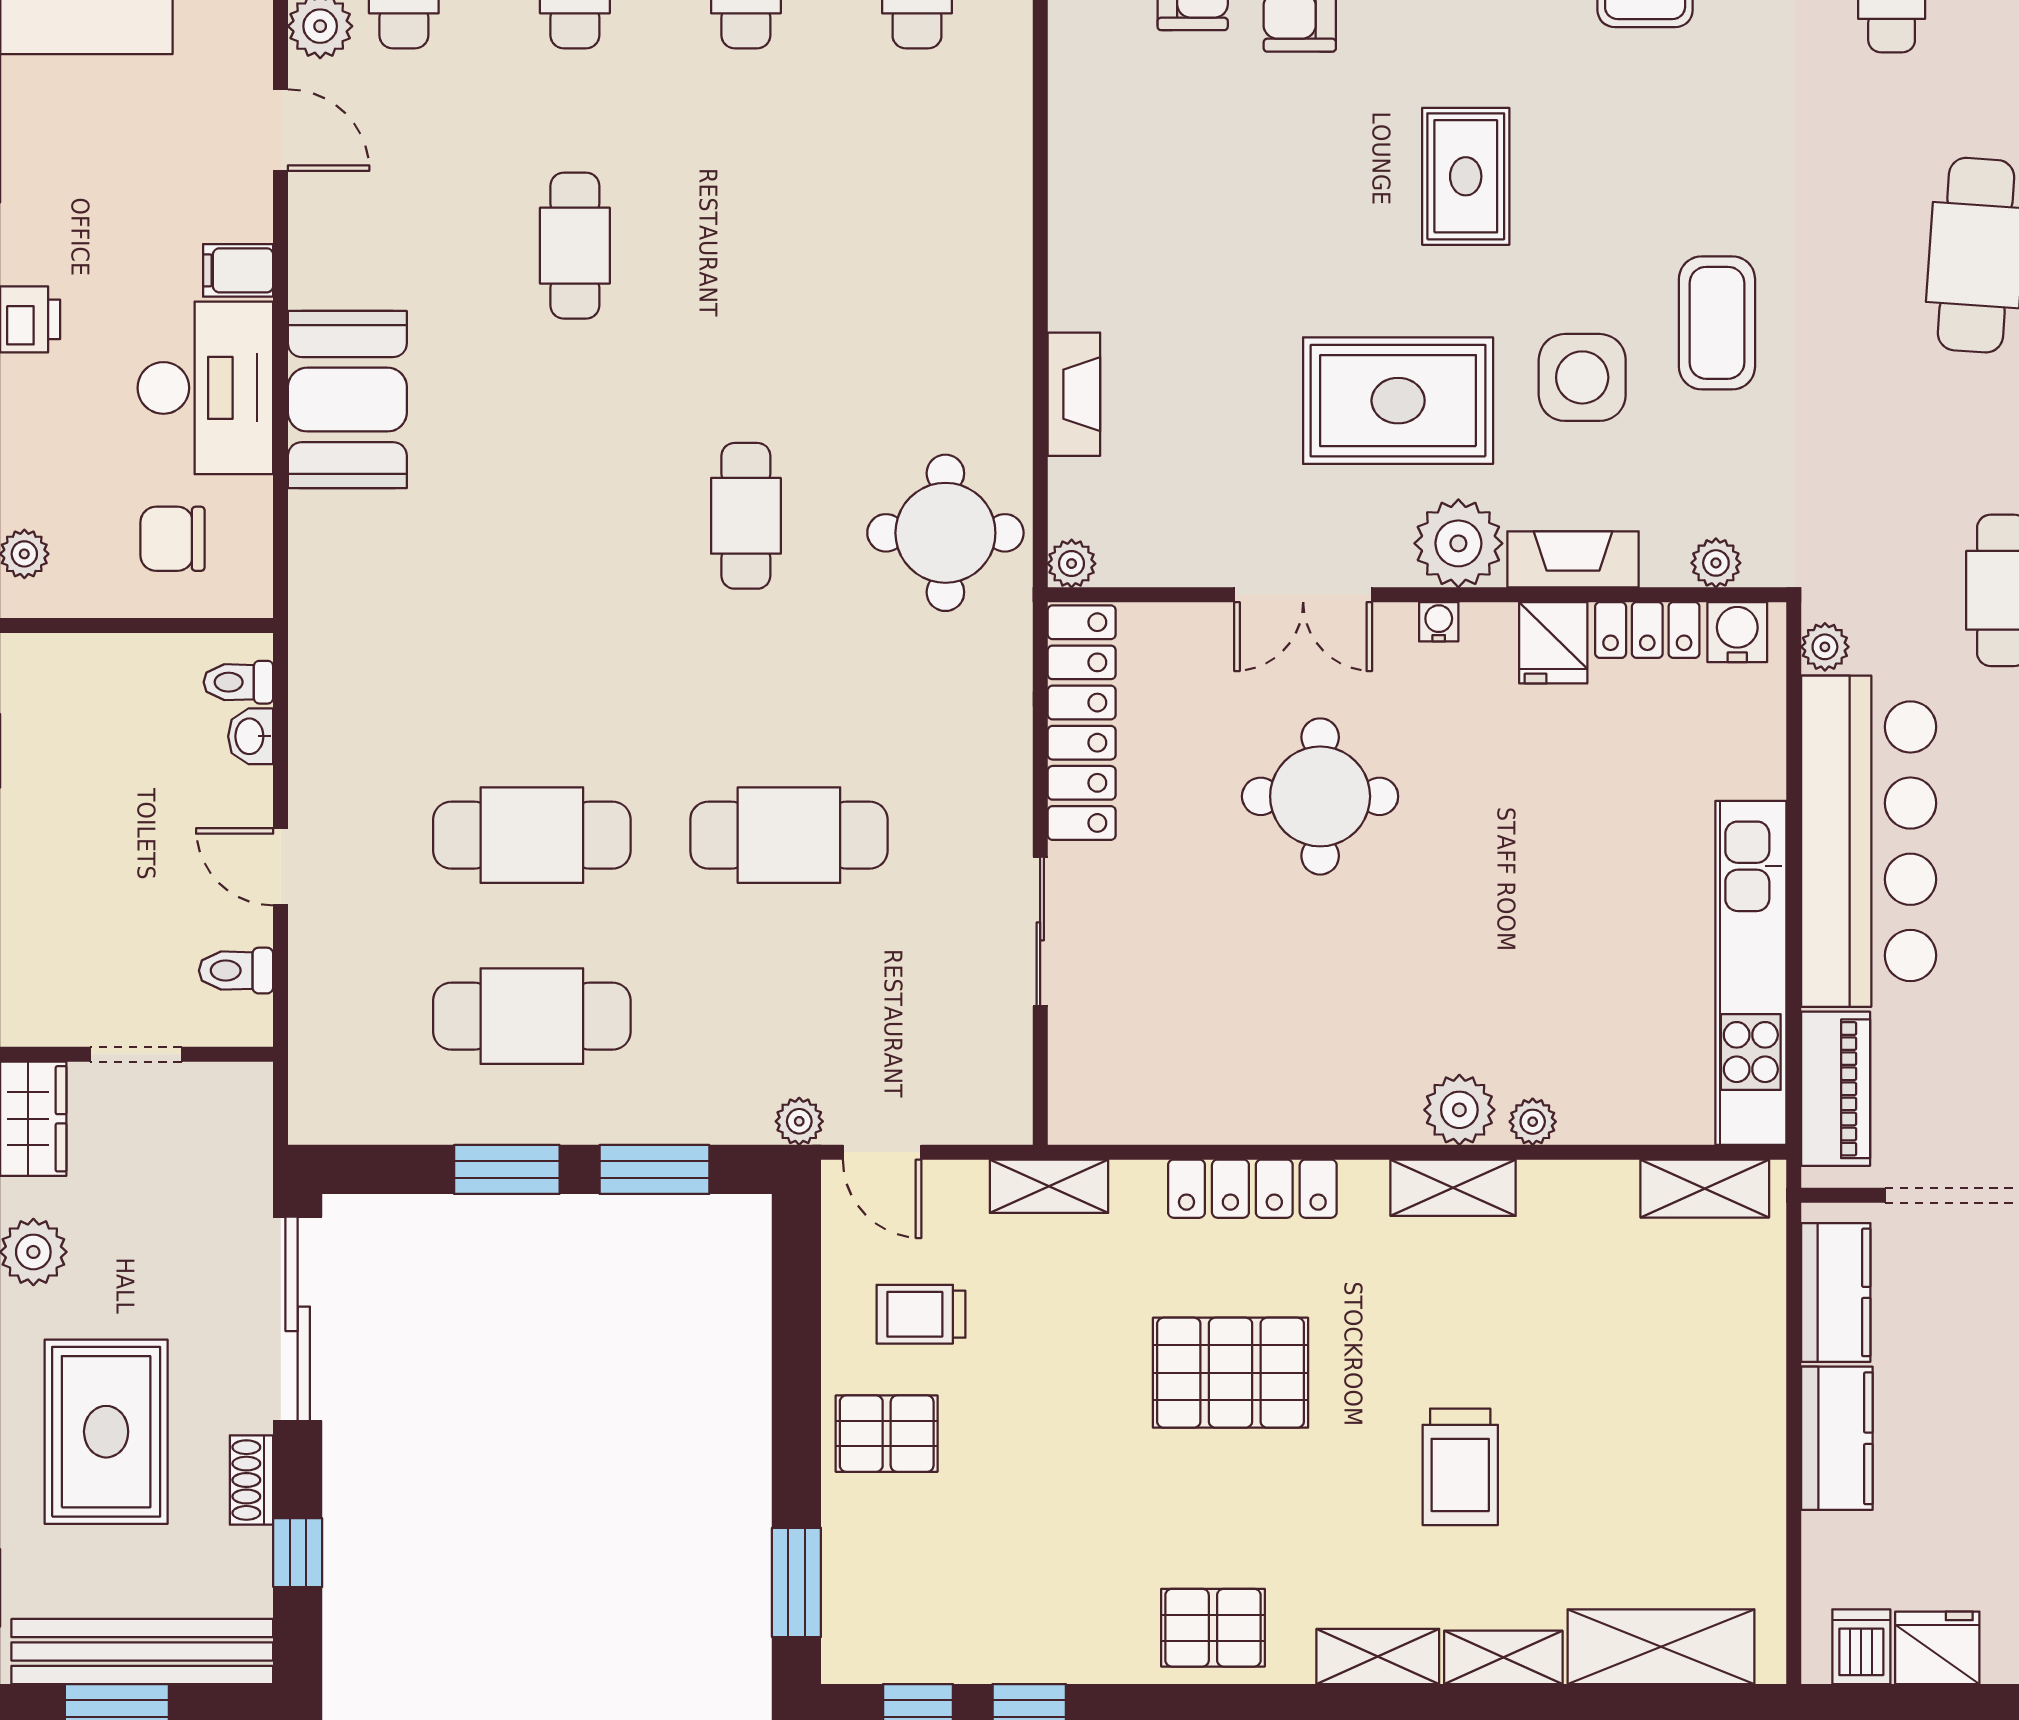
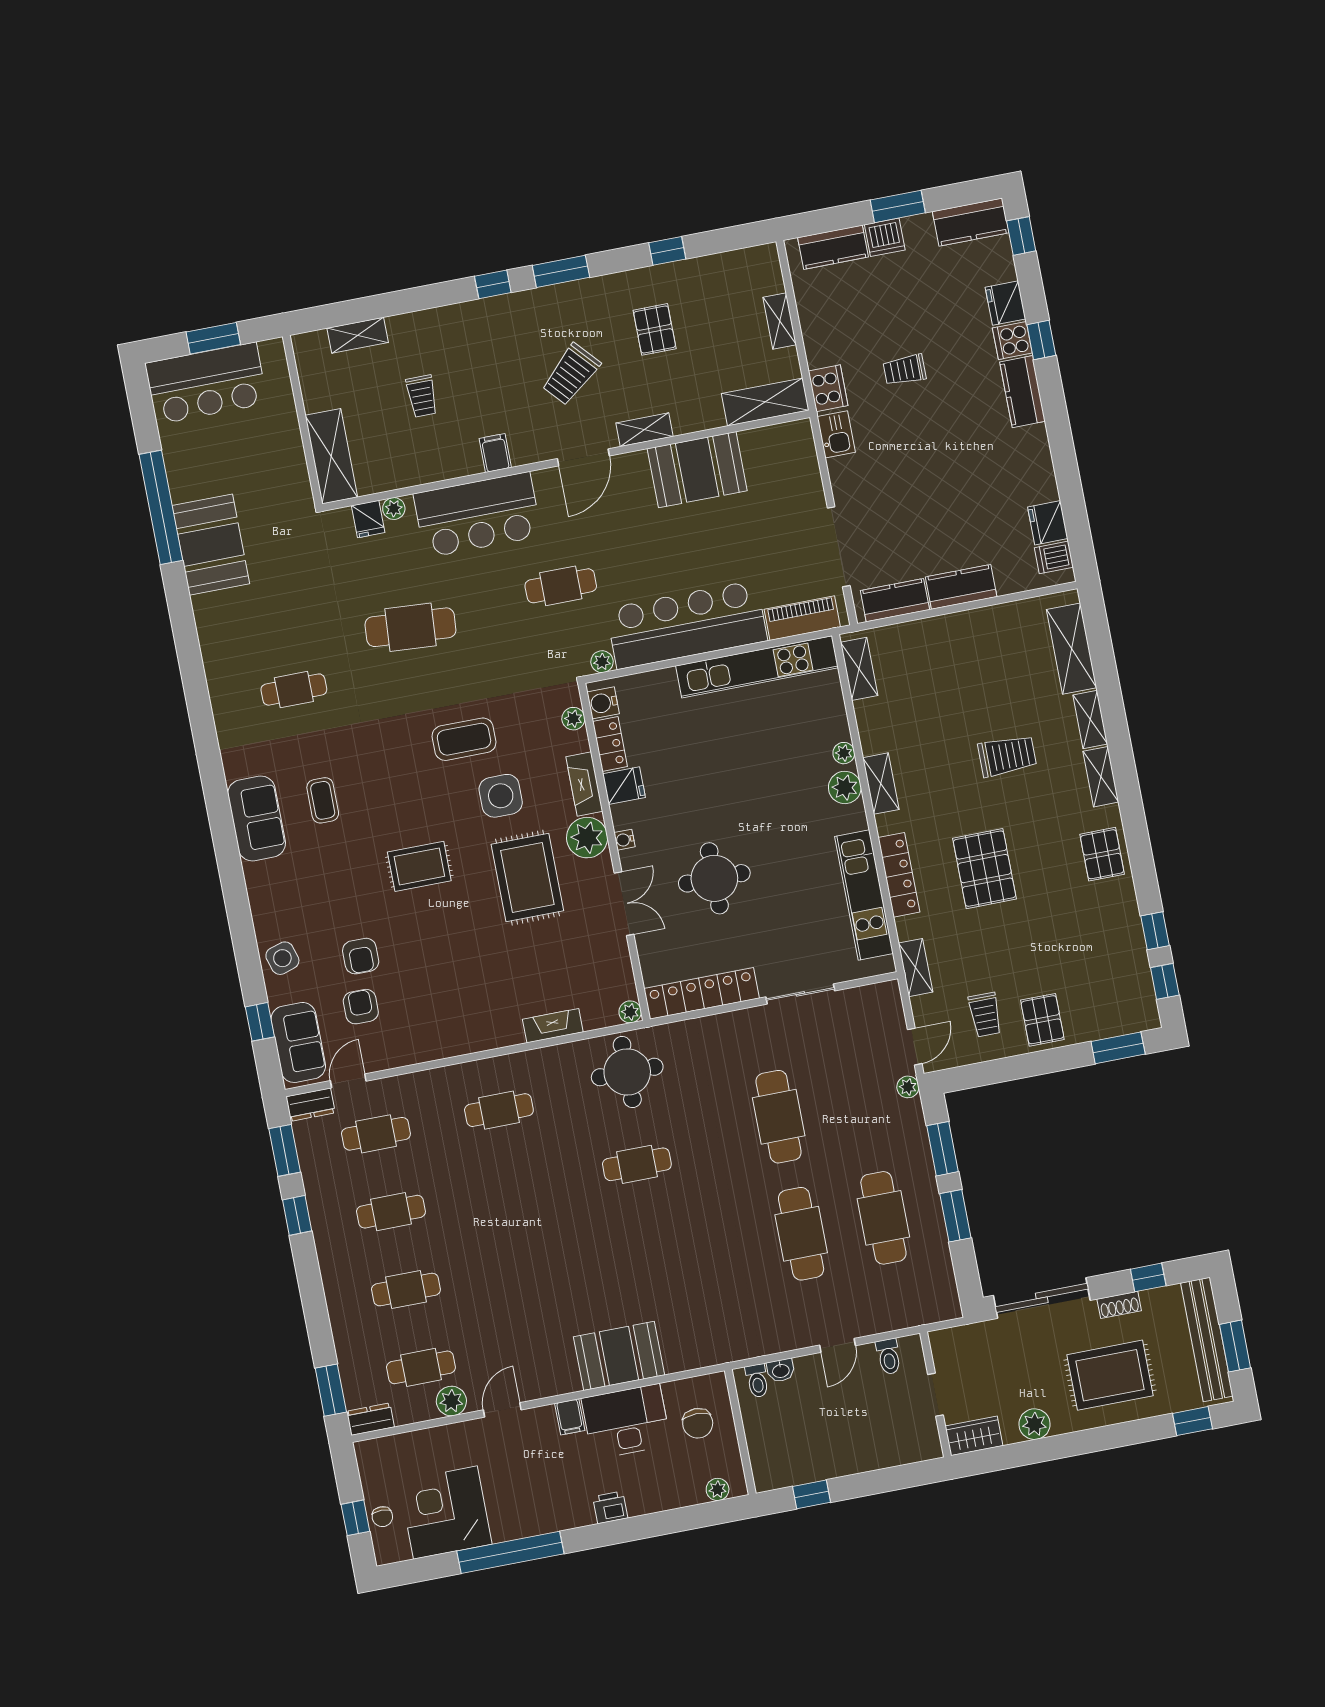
cafe table: (575, 246) -> (499, 1110), moved
kitchen unit: (1224, 1107) -> (864, 895), added

